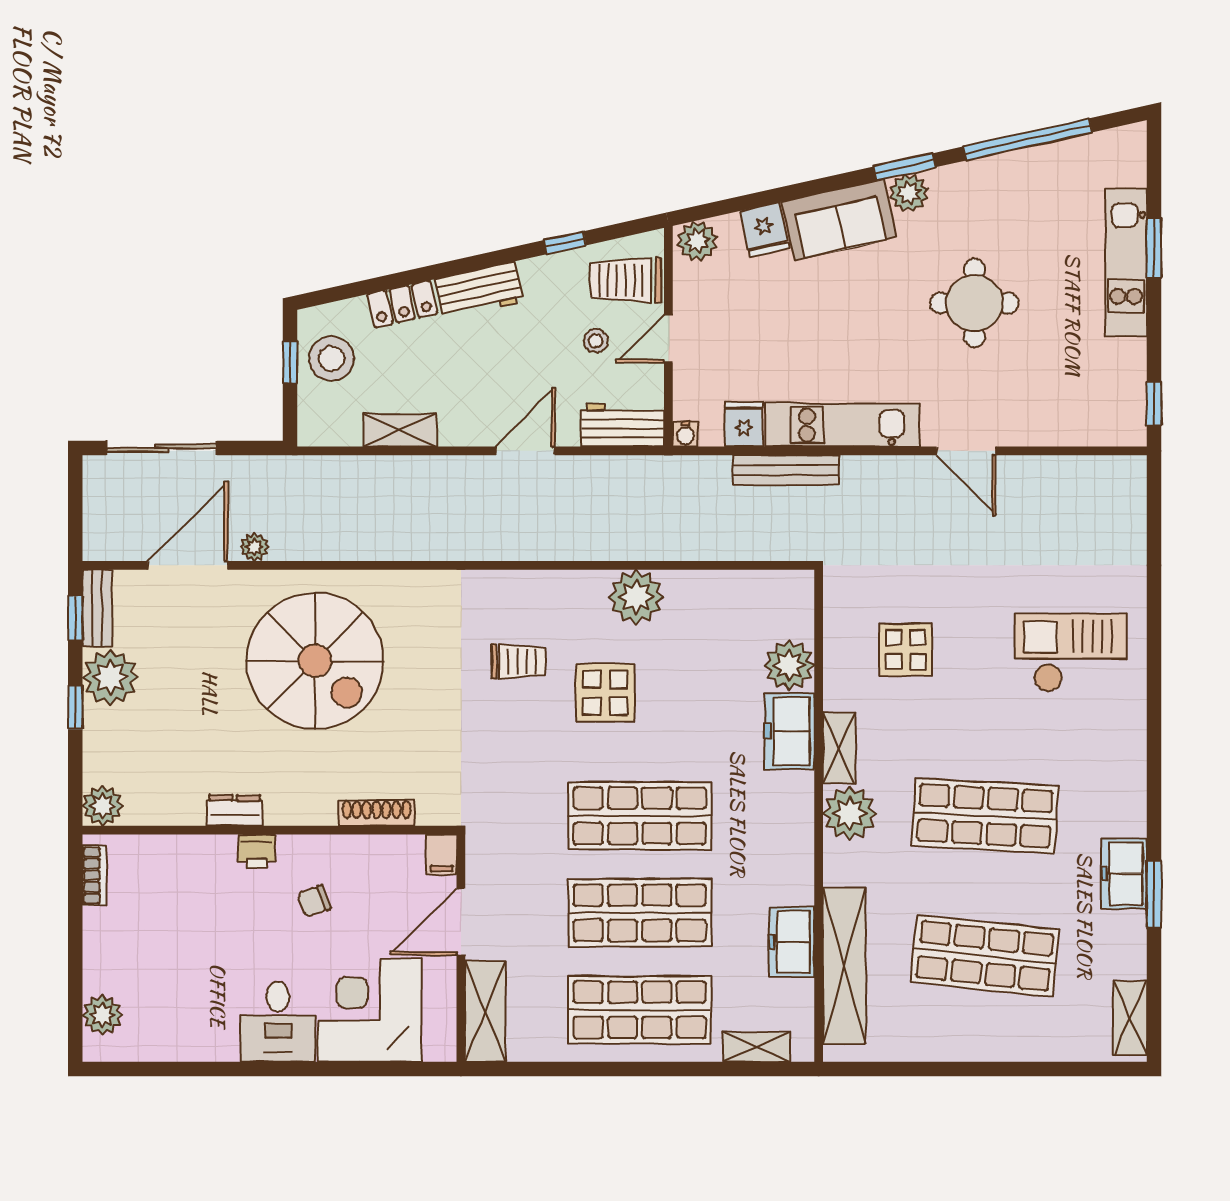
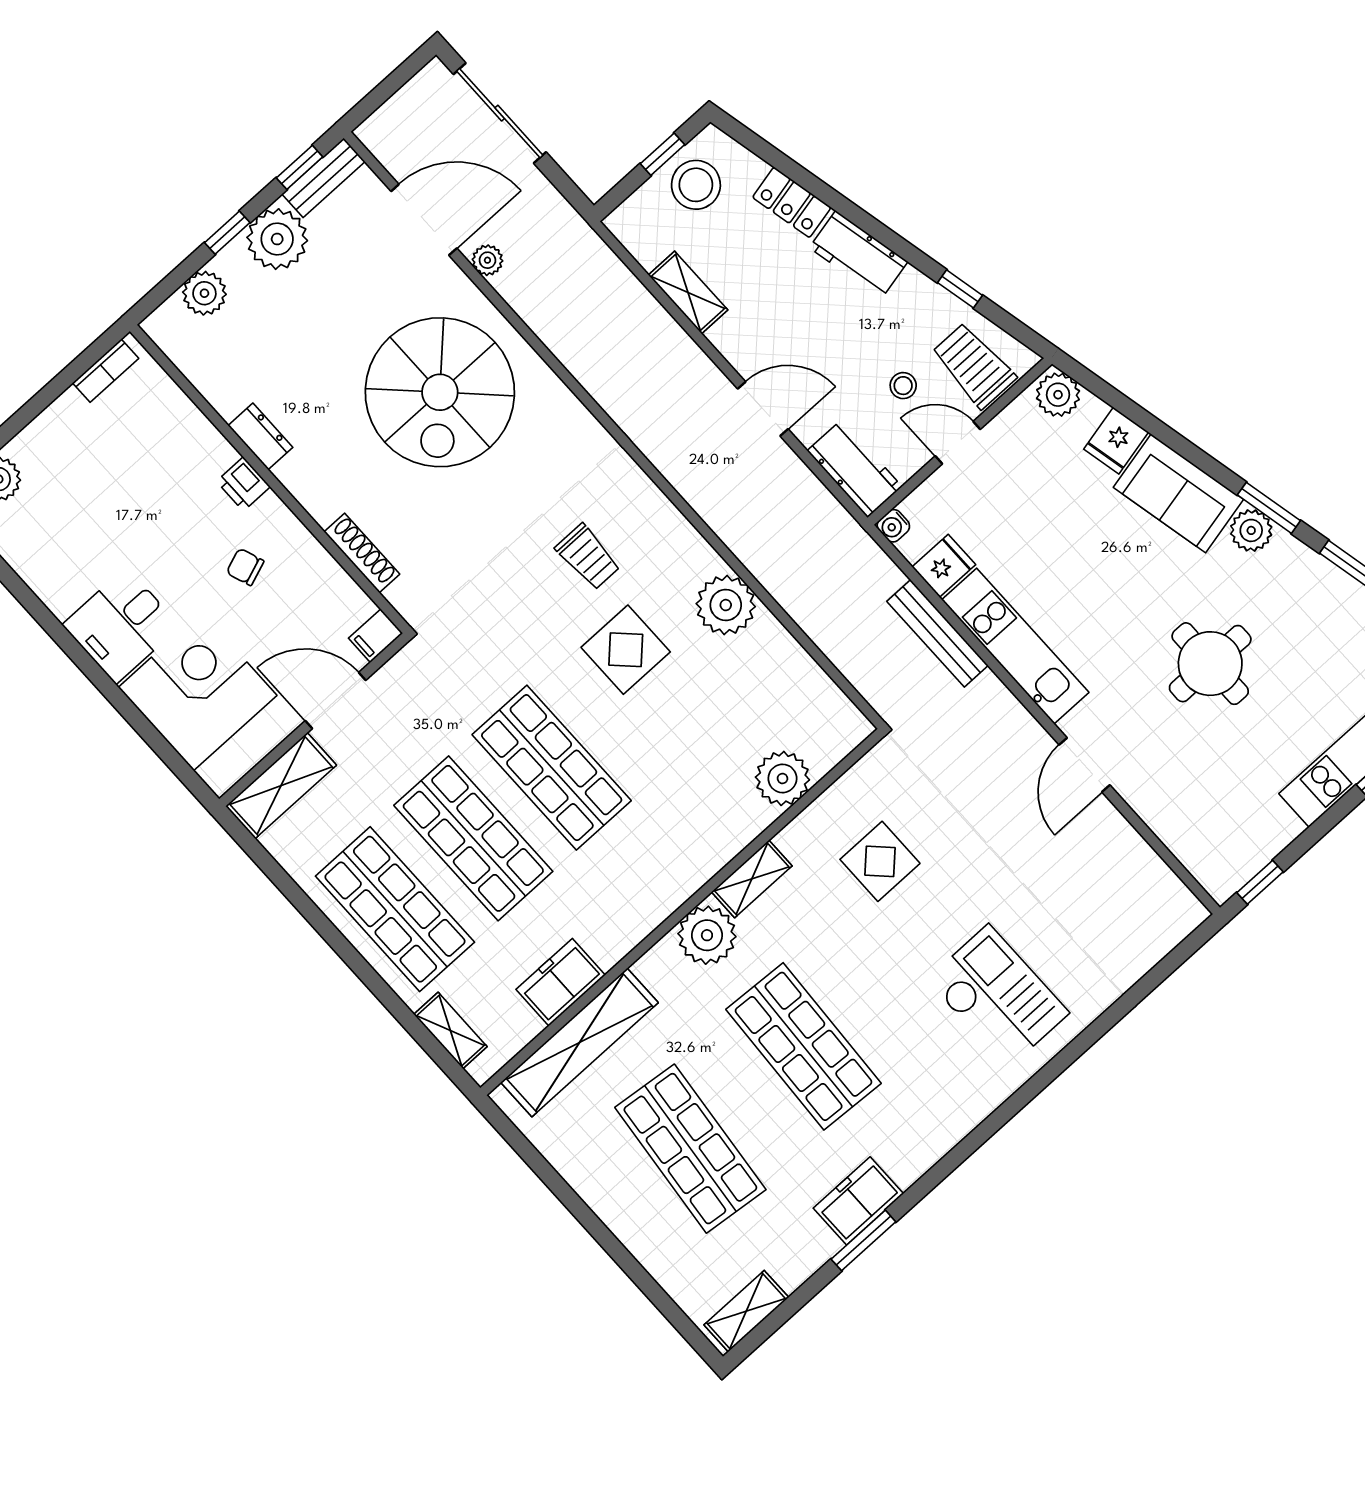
freezer: (789, 731) -> (729, 827), removed
plant: (103, 806) -> (204, 293), moved

